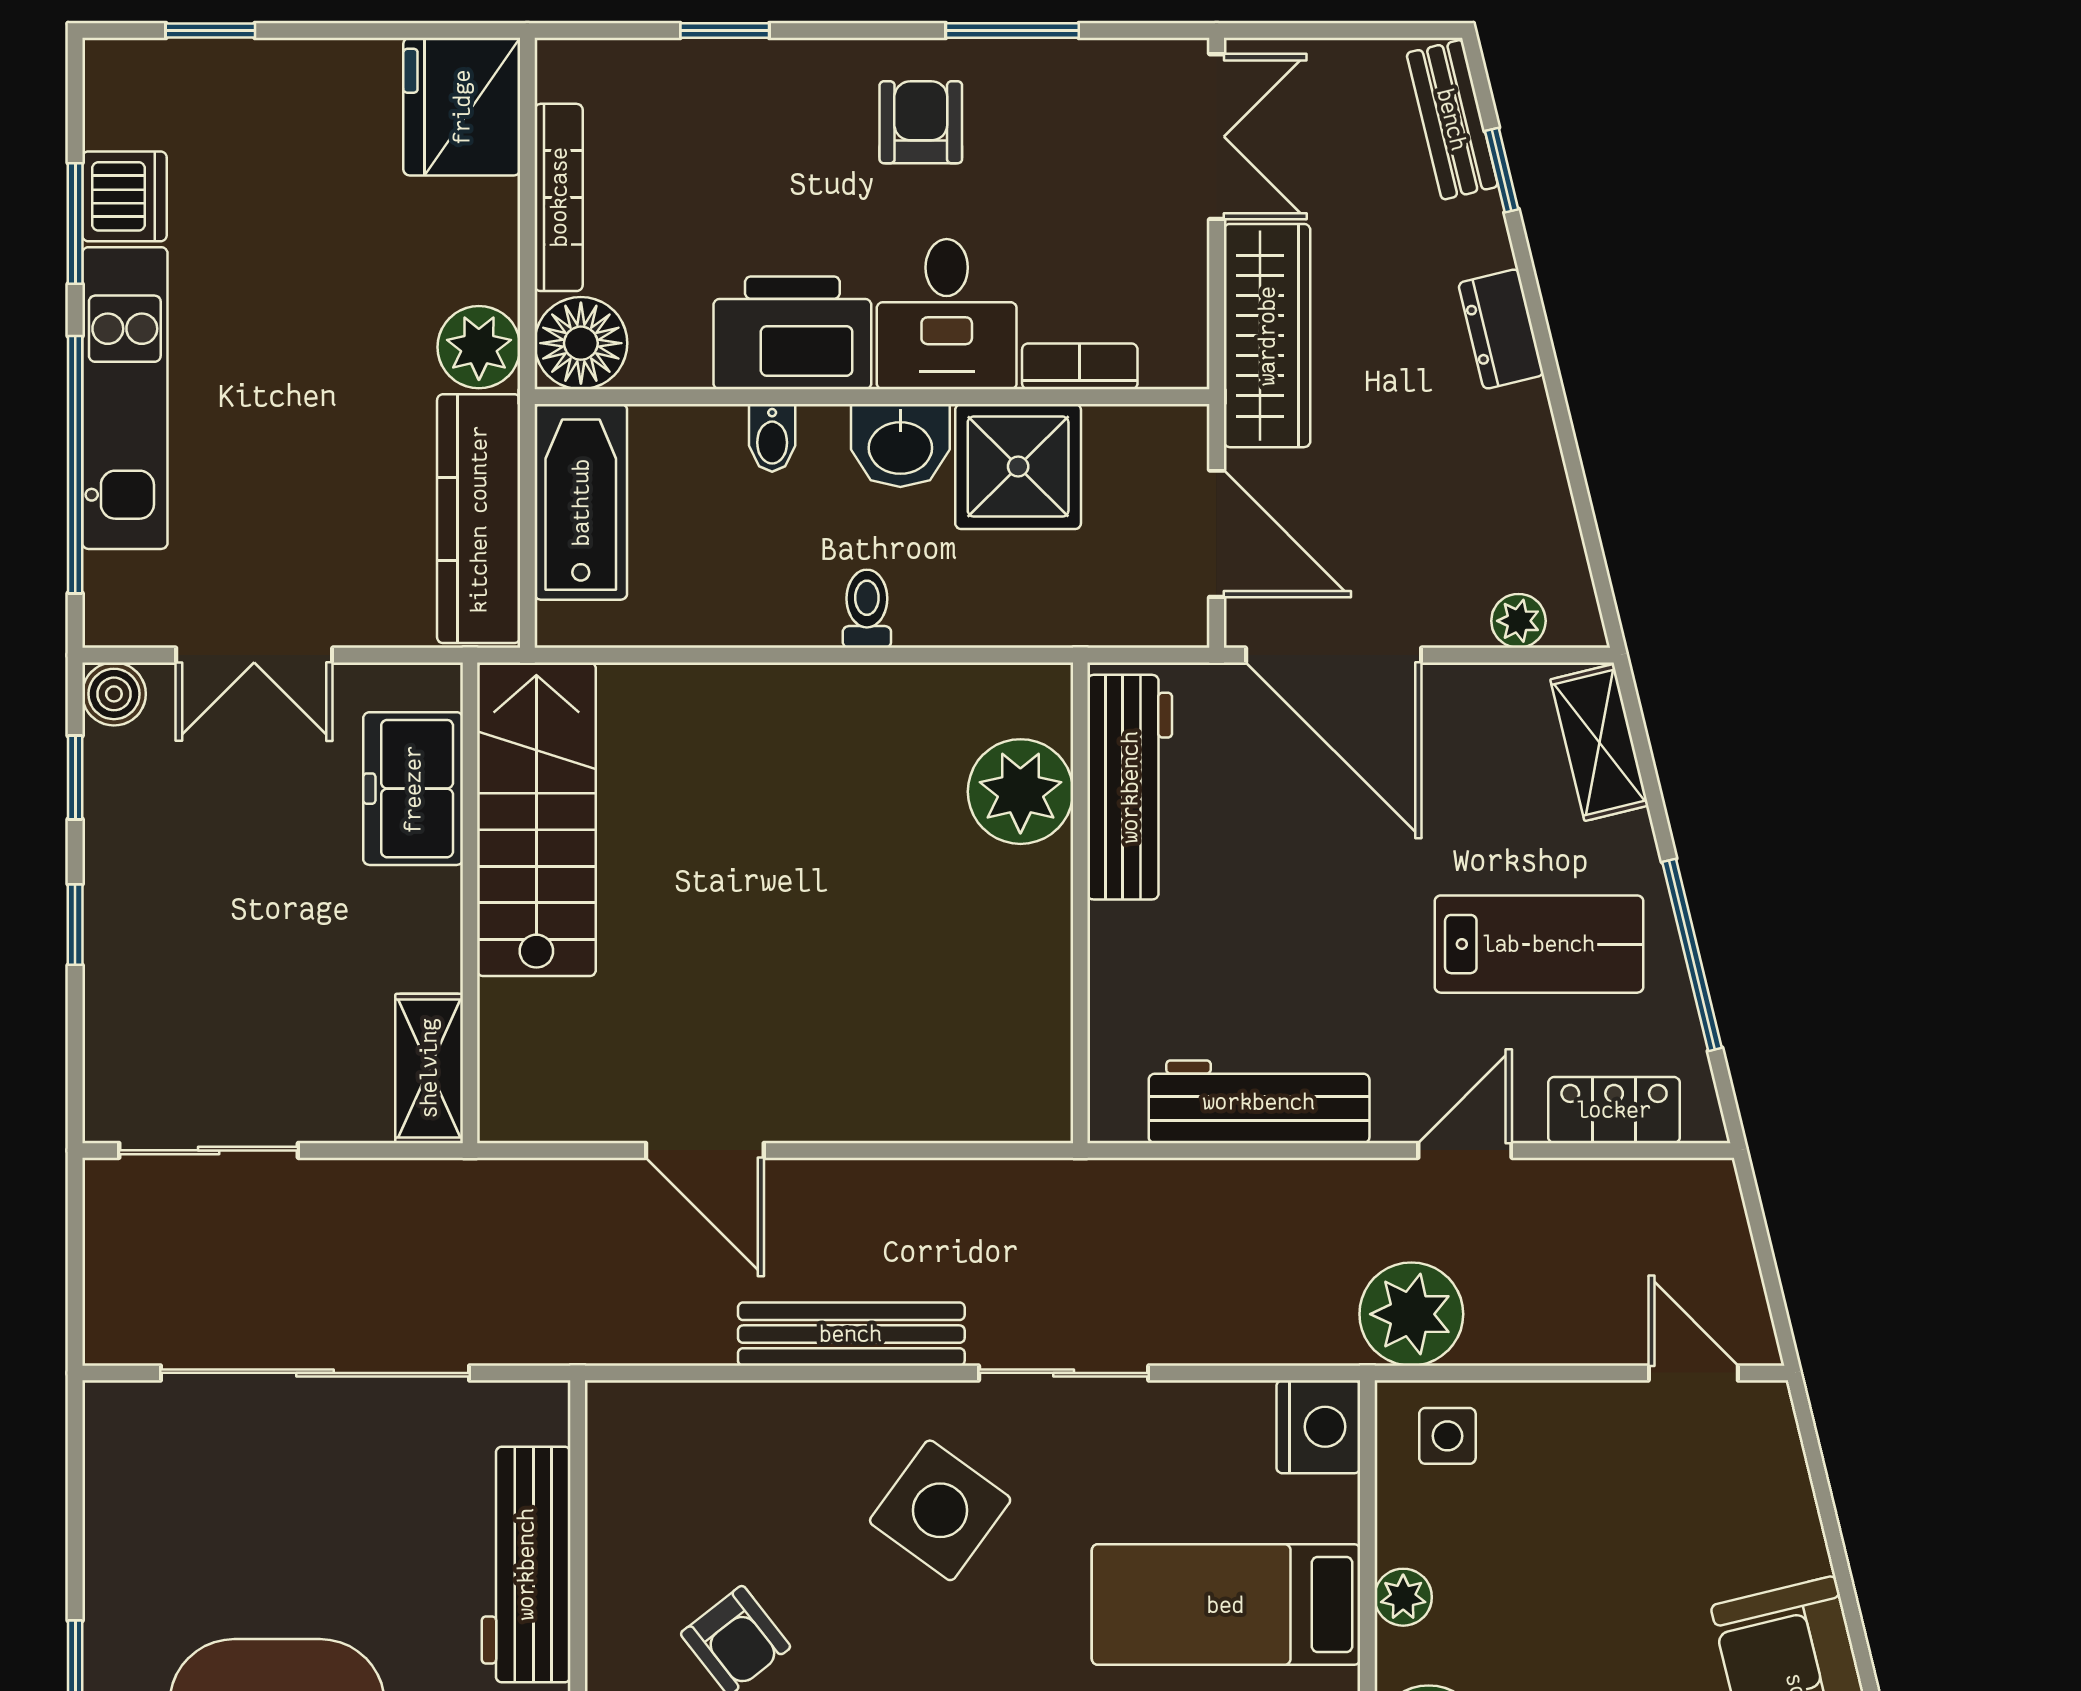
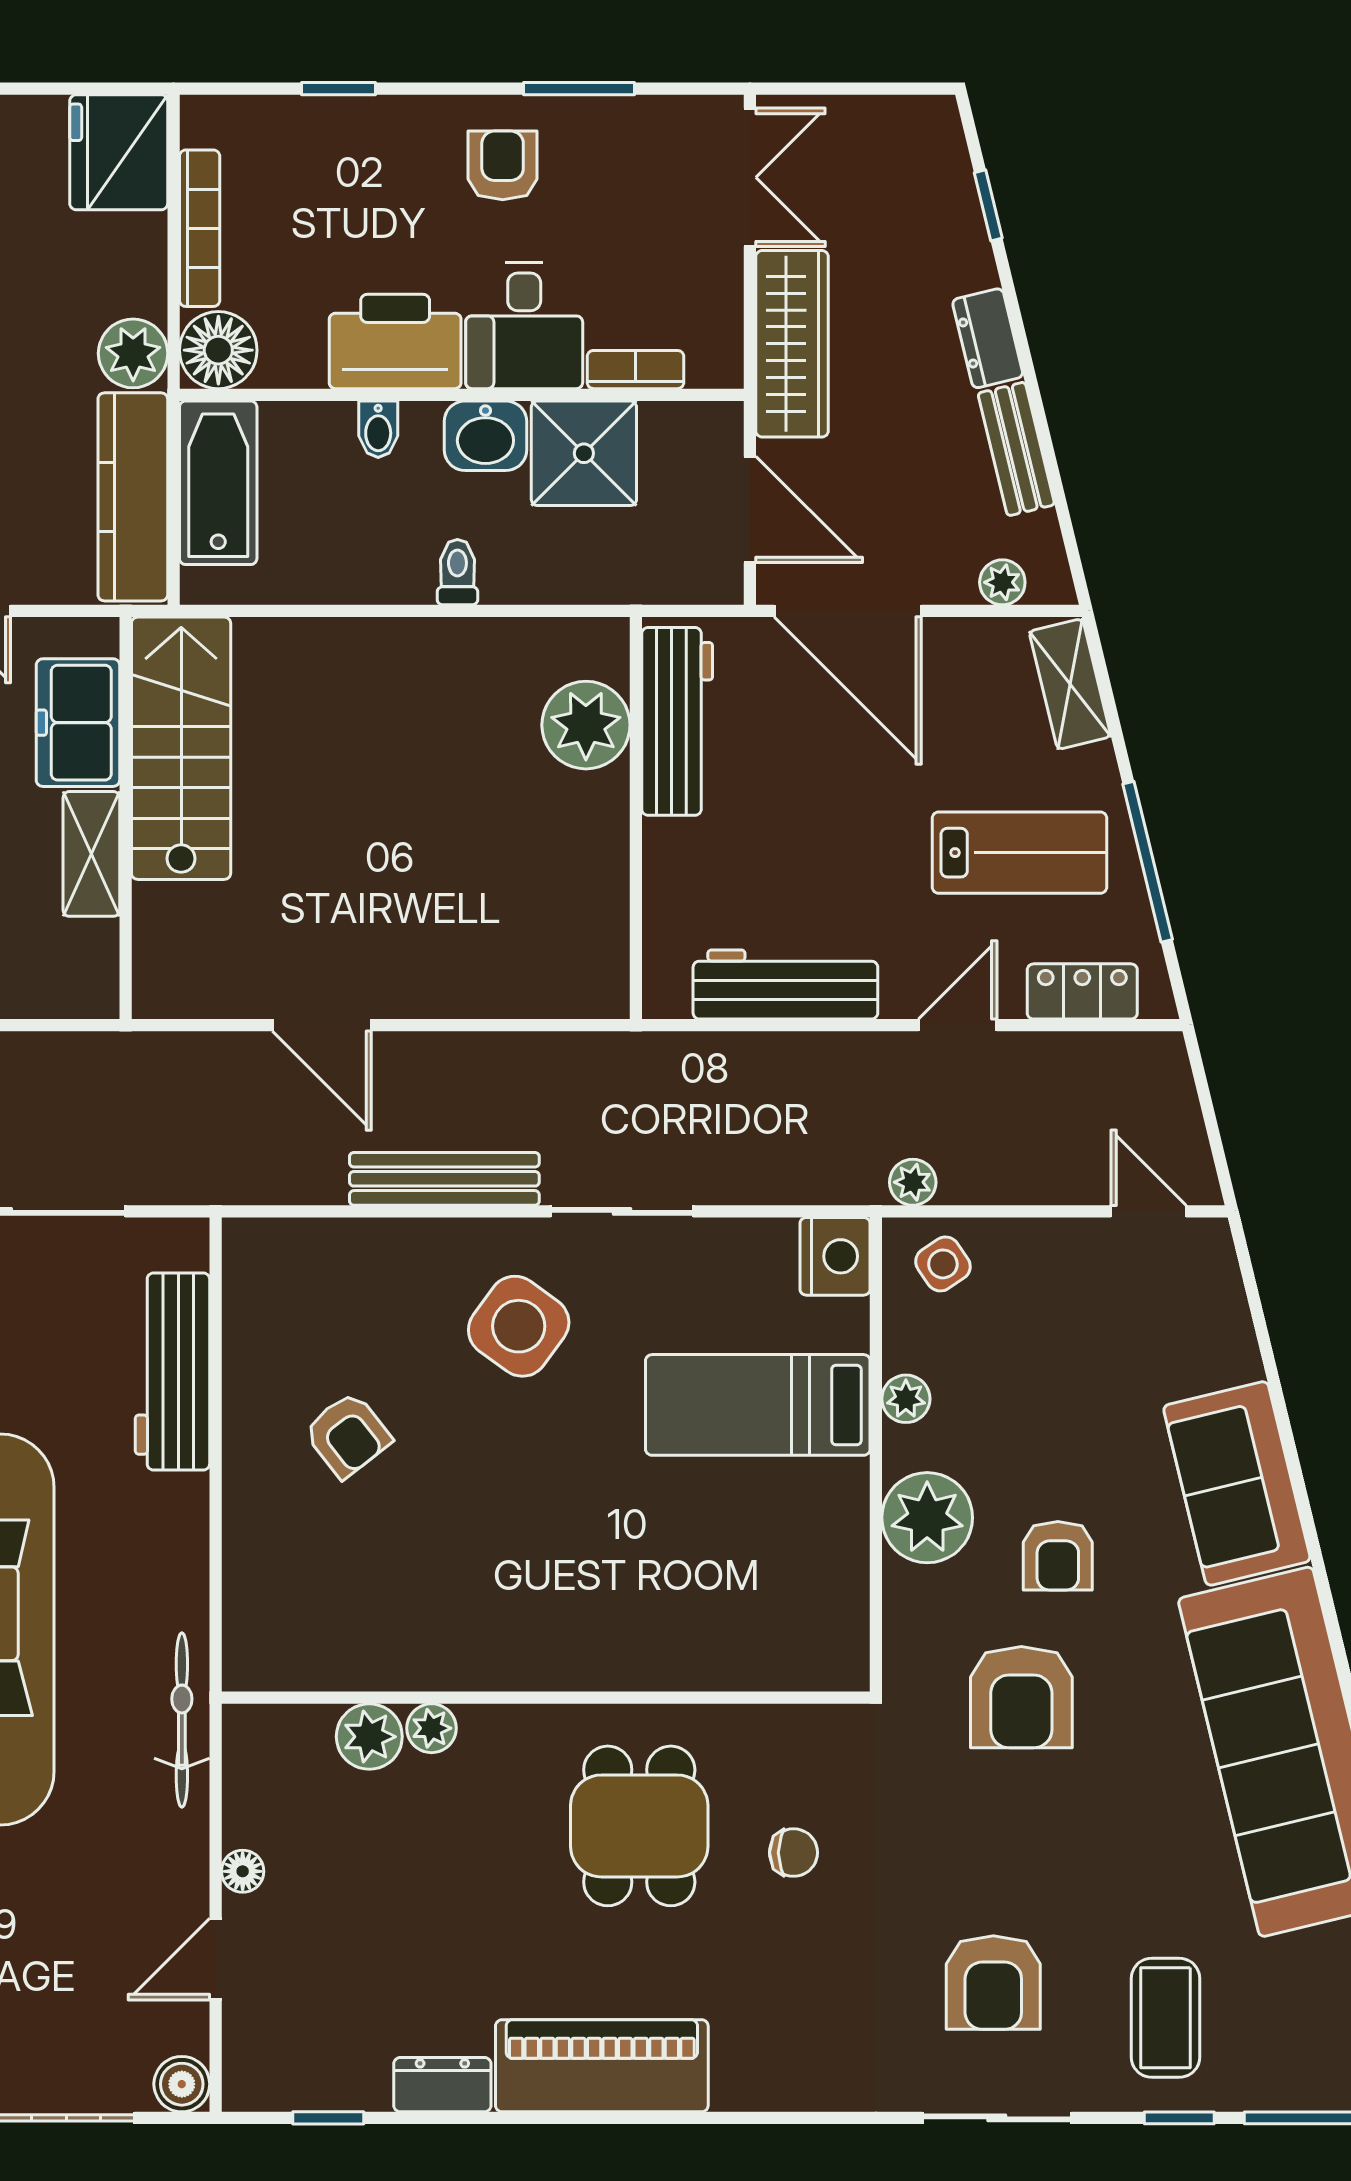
bench: (1452, 120) -> (1016, 449), moved
shelving: (429, 1068) -> (91, 854), moved
plant: (1411, 1314) -> (913, 1182), width x0.53, depth x0.53
side table: (1447, 1436) -> (943, 1264), turned -34

